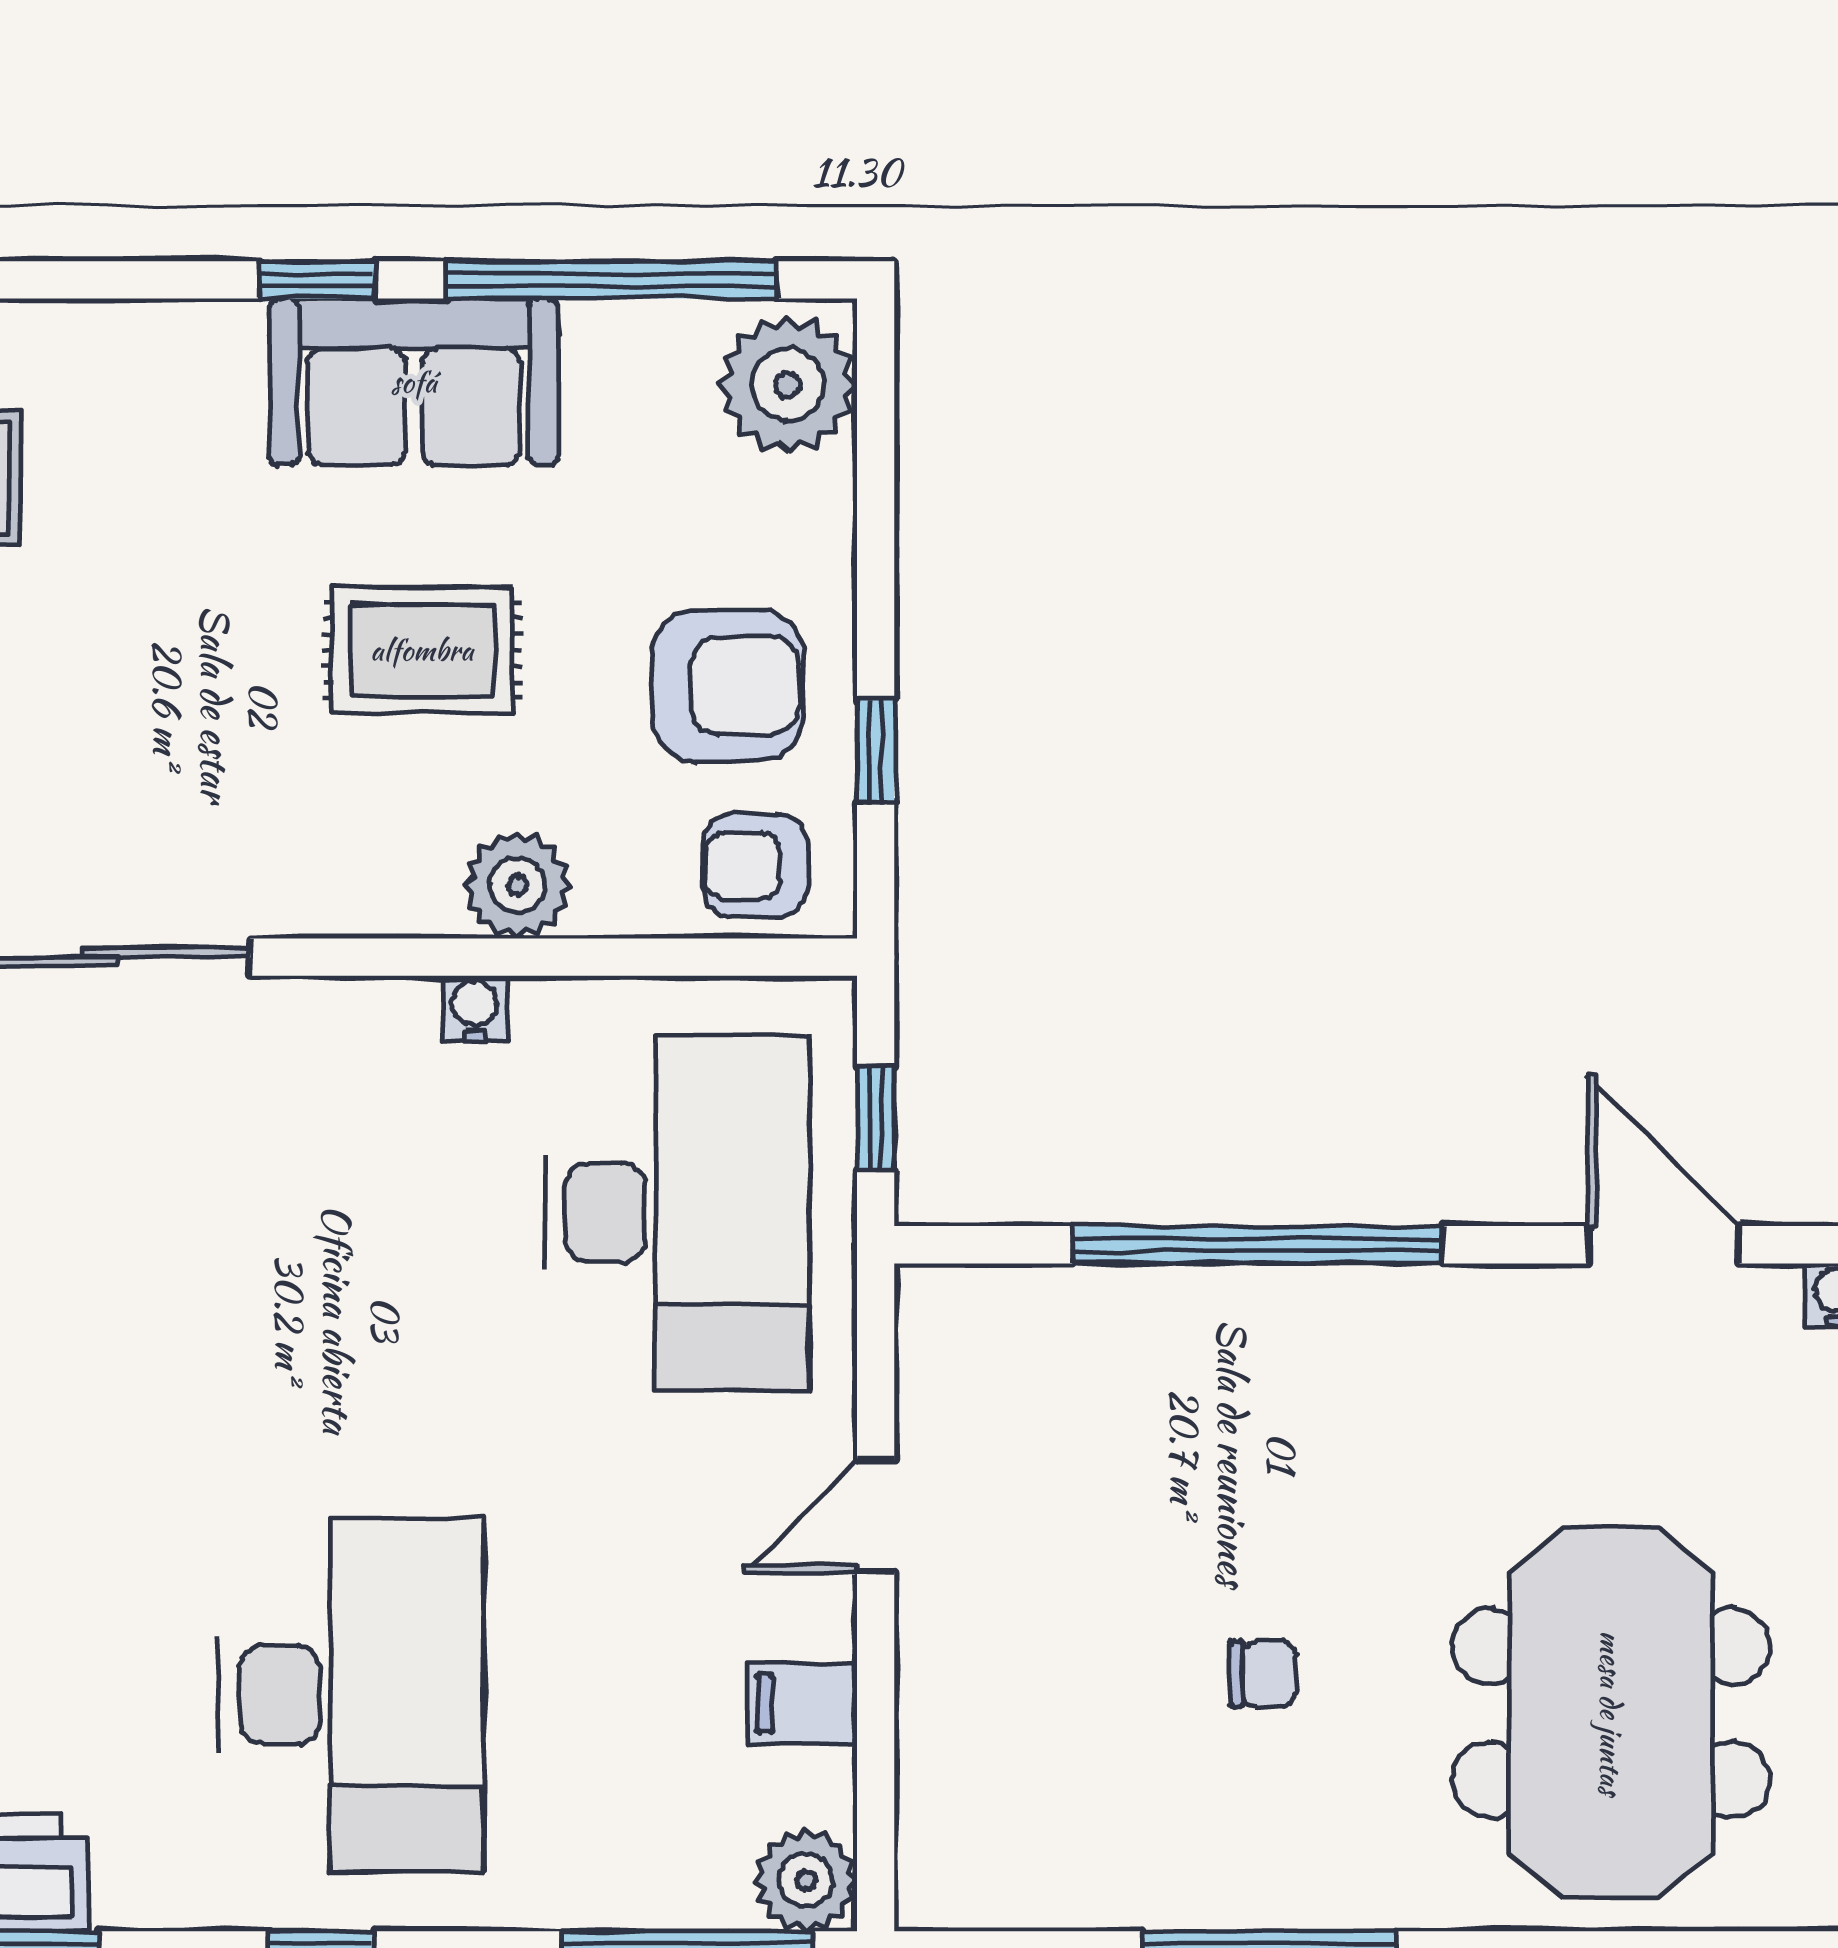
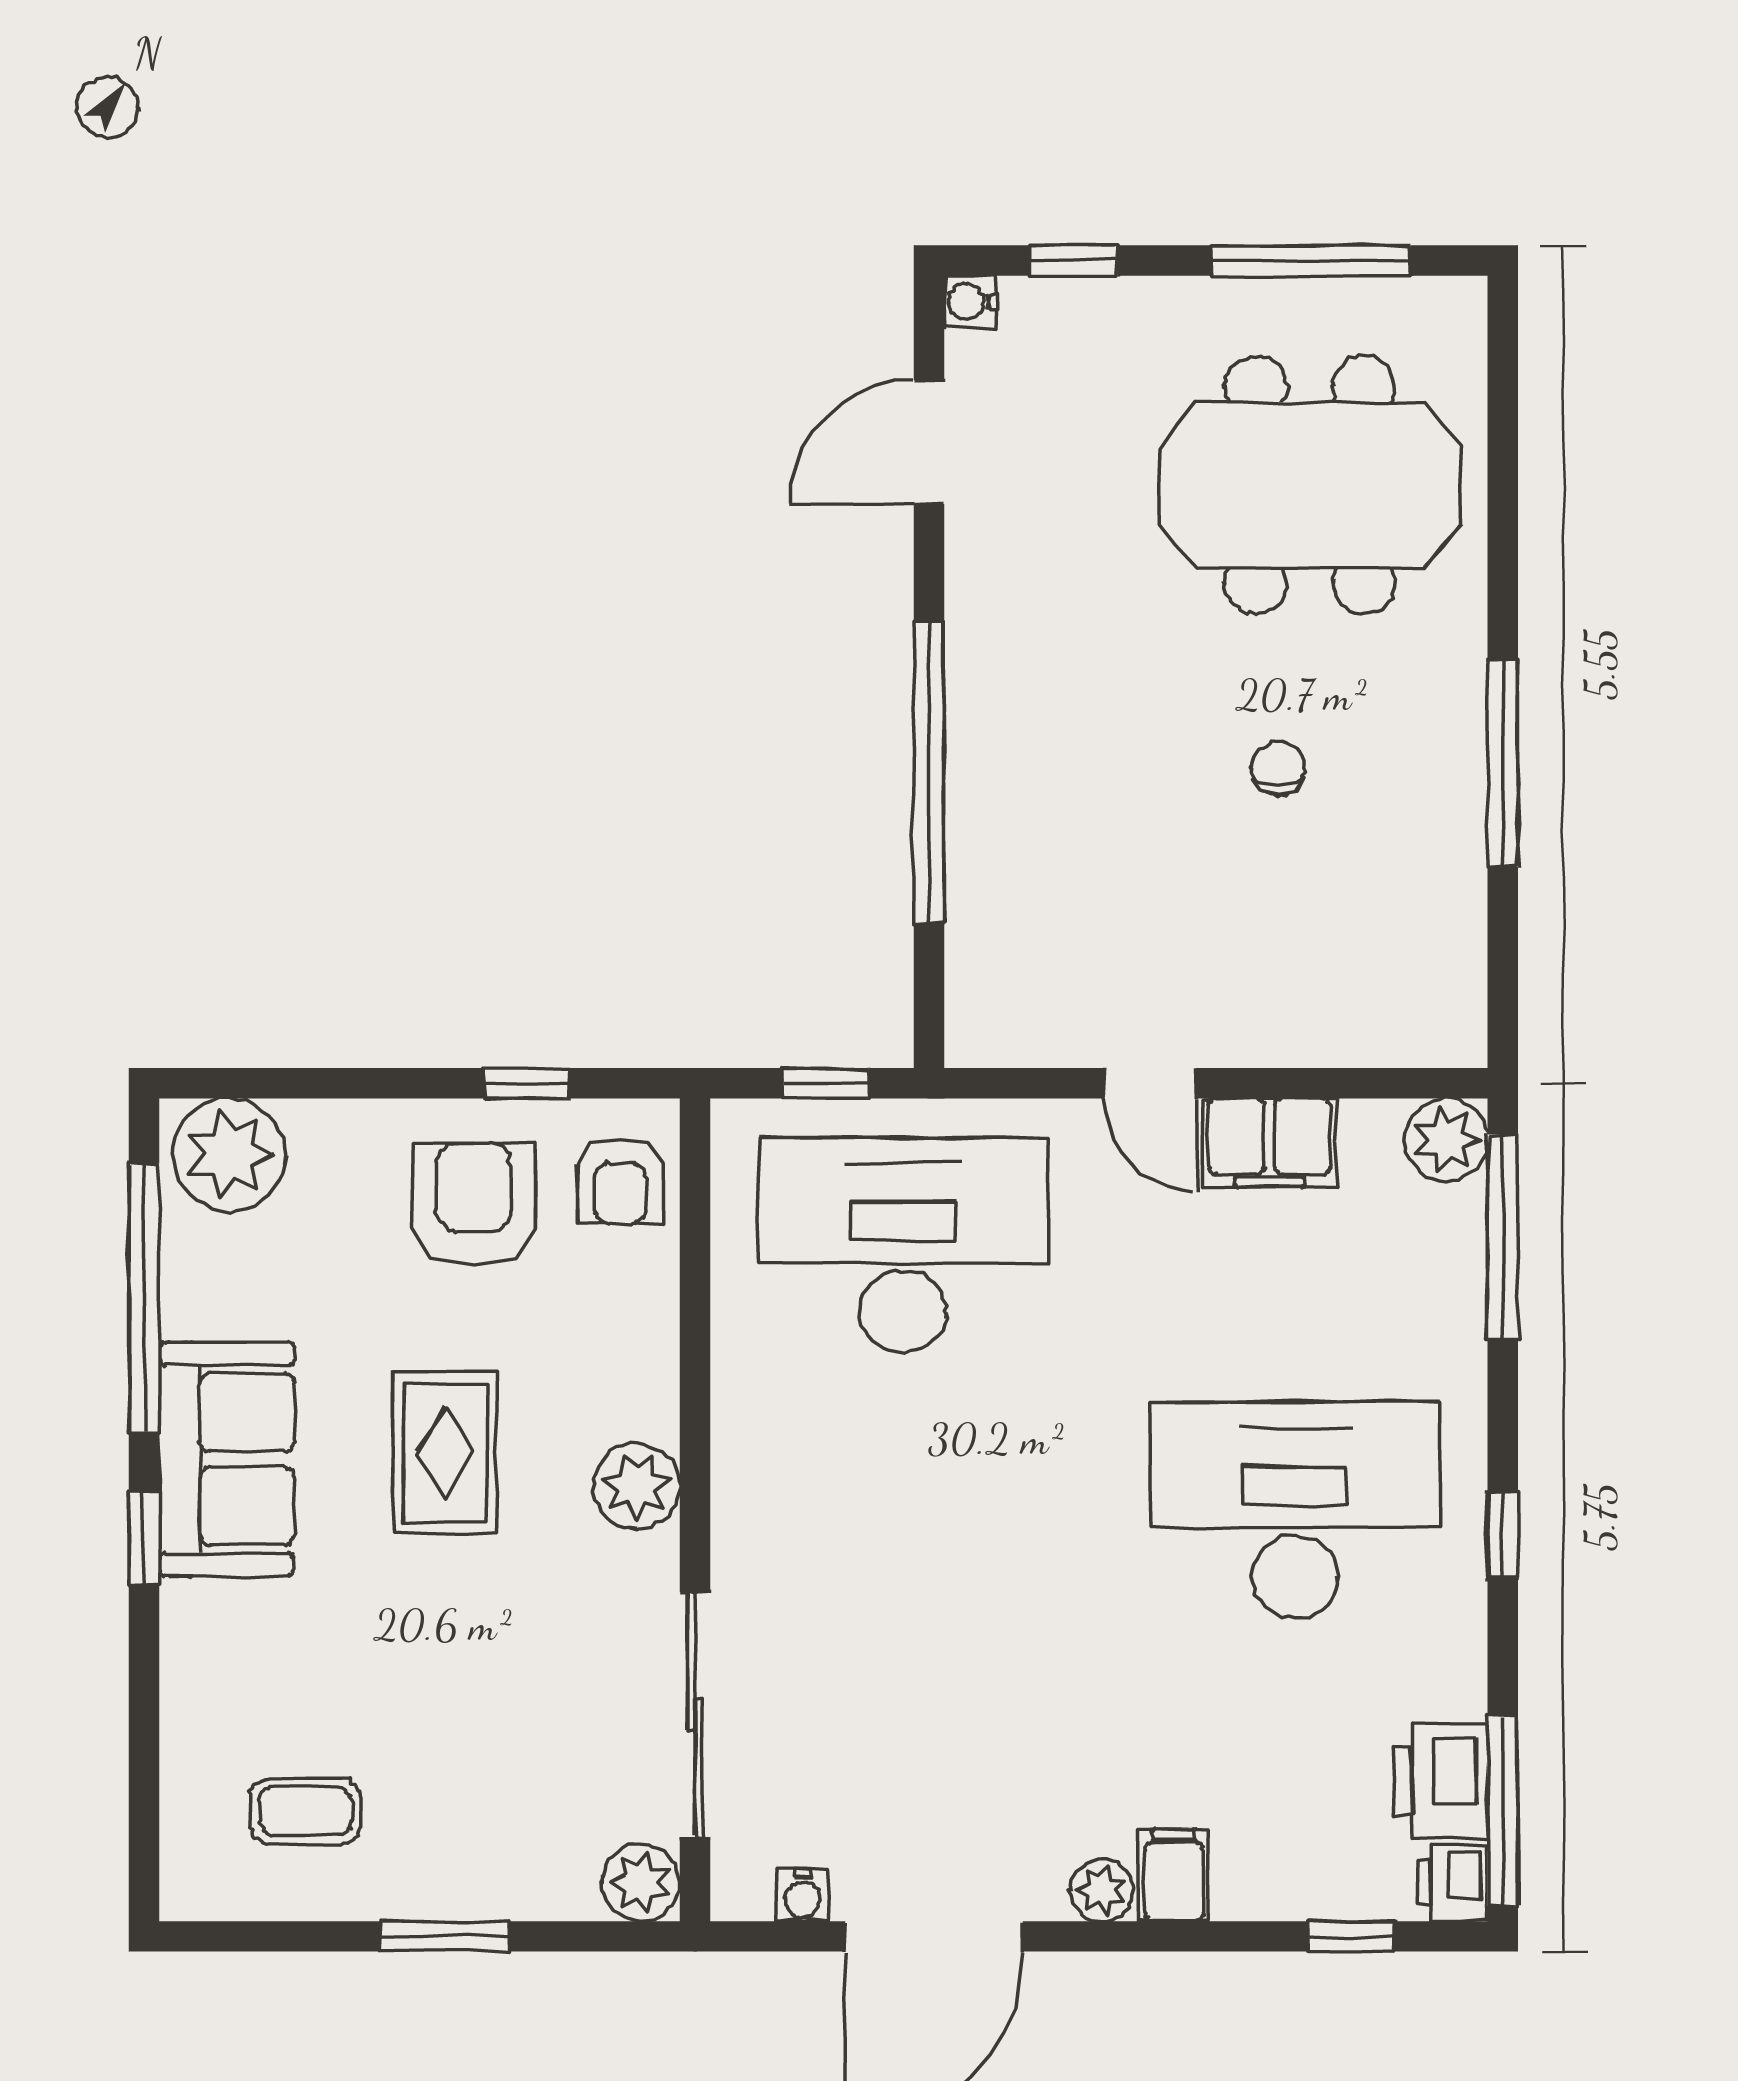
plant: (517, 885) -> (637, 1486), moved
water cooler: (475, 1008) -> (737, 1410), removed
filing cabinet: (803, 1704) -> (1269, 1143), width x2.00

